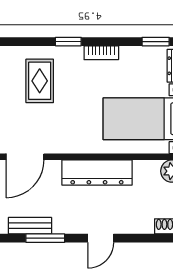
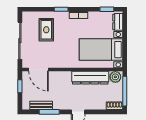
door: (25, 157) -> (39, 69), hinge flipped
dresser: (97, 172) -> (90, 78), moved

